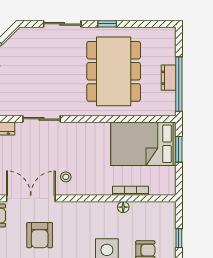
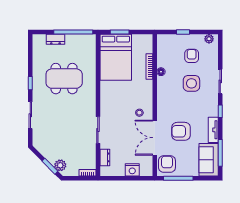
dining table: (114, 71) -> (64, 79), width x0.73, depth x0.80
dresser: (169, 78) -> (55, 39), moved
armchair: (40, 235) -> (181, 131), turned 180

